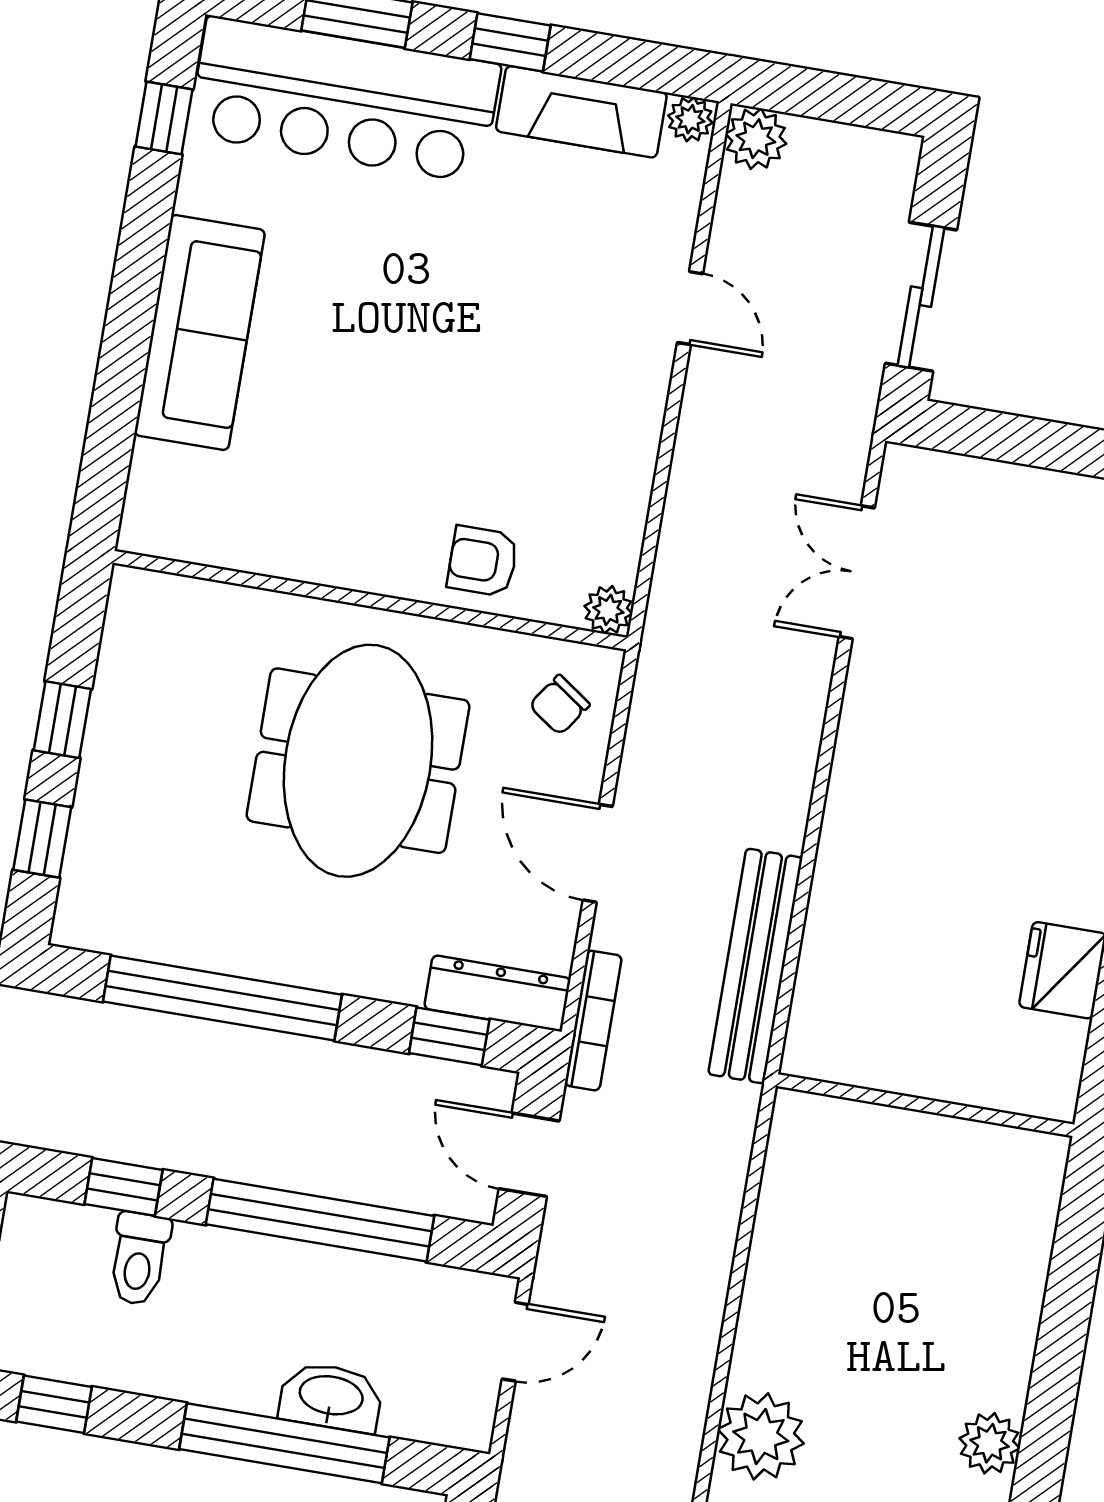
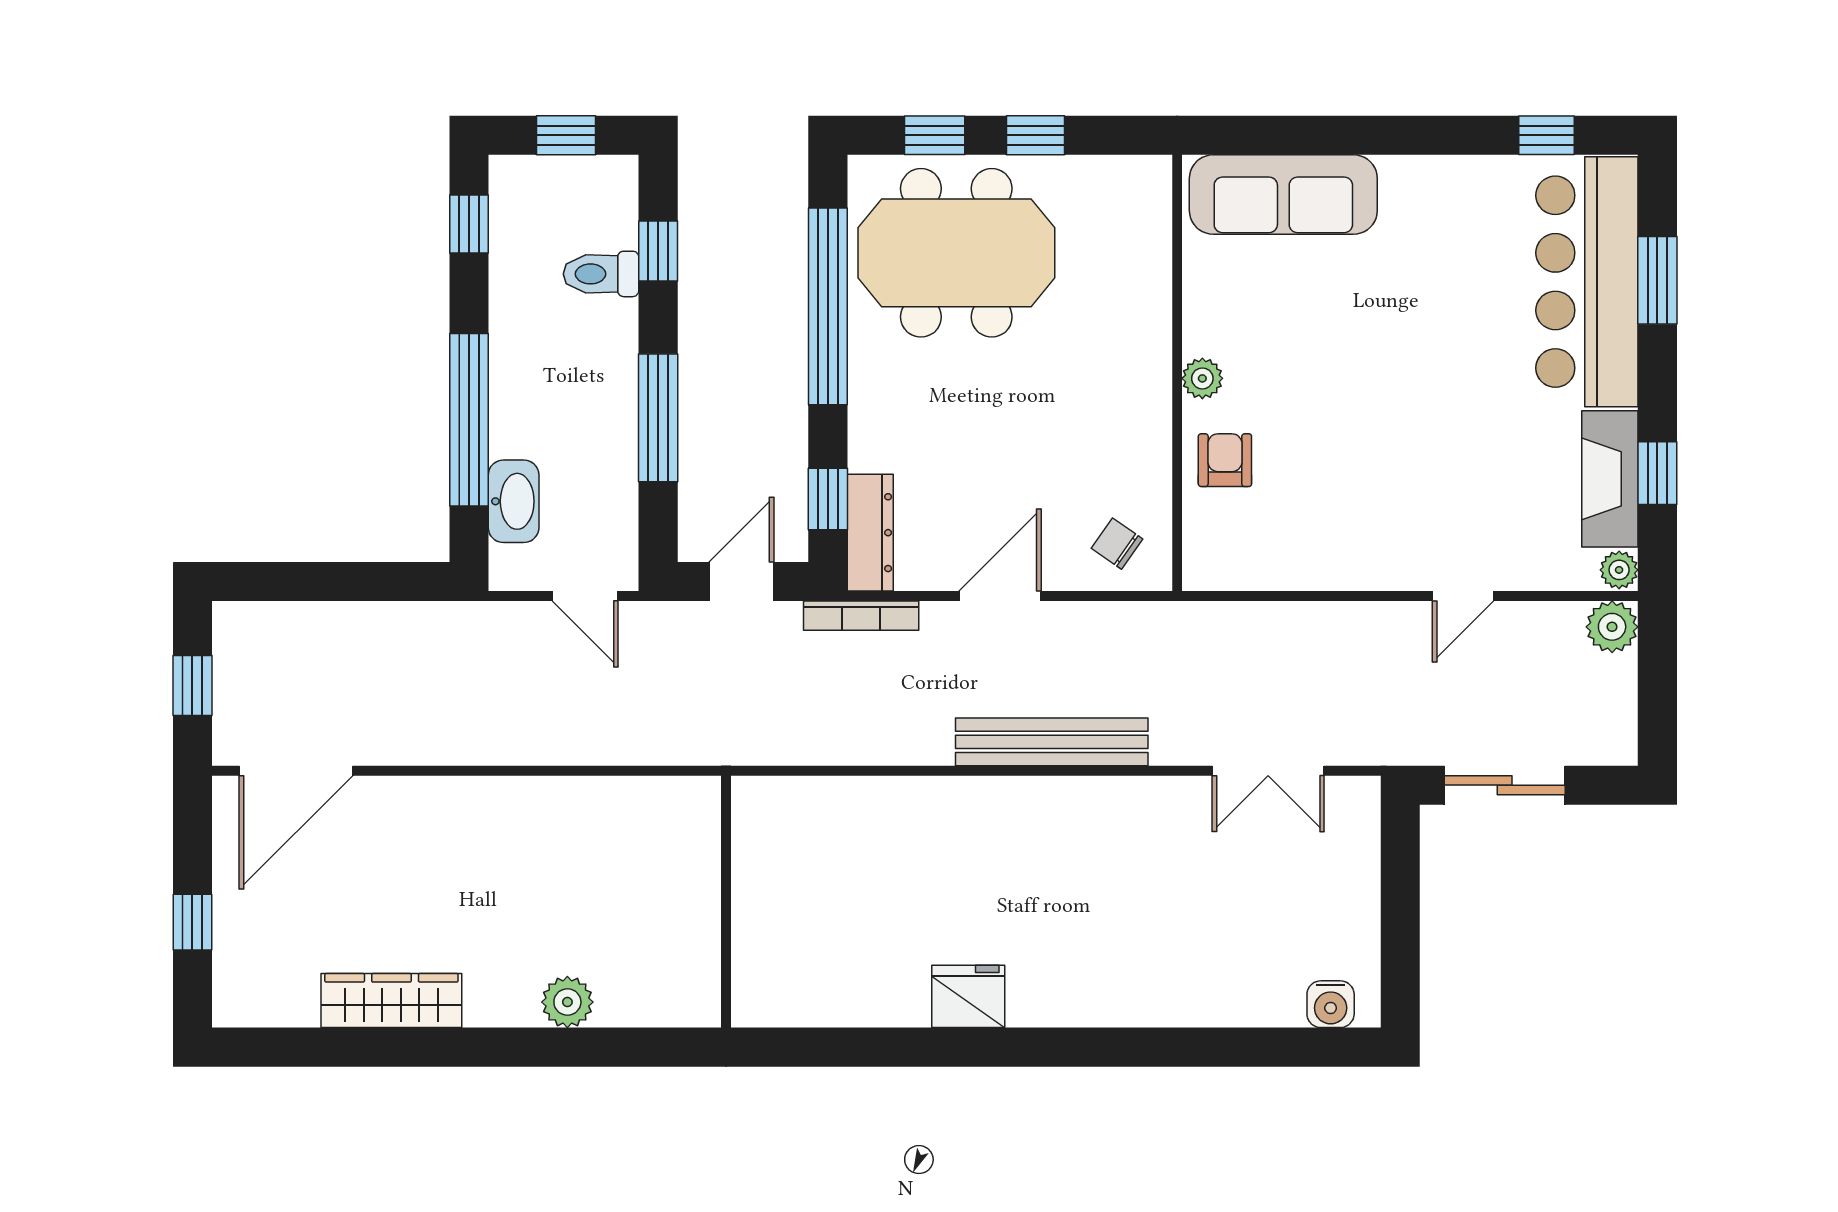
window: (510, 42) -> (1657, 473), moved
sofa: (200, 332) -> (1283, 195), moved
double door: (857, 572) -> (1268, 771), swing flipped
plant: (608, 610) -> (1202, 378), moved
meeting table: (358, 761) -> (956, 253), moved
bench: (755, 966) -> (1052, 742), moved
wall: (925, 1105) -> (726, 902), moved
window: (320, 1220) -> (658, 418), width x0.68
washbasin: (331, 1397) -> (514, 501), moved
plant: (761, 1436) -> (541, 812), removed

